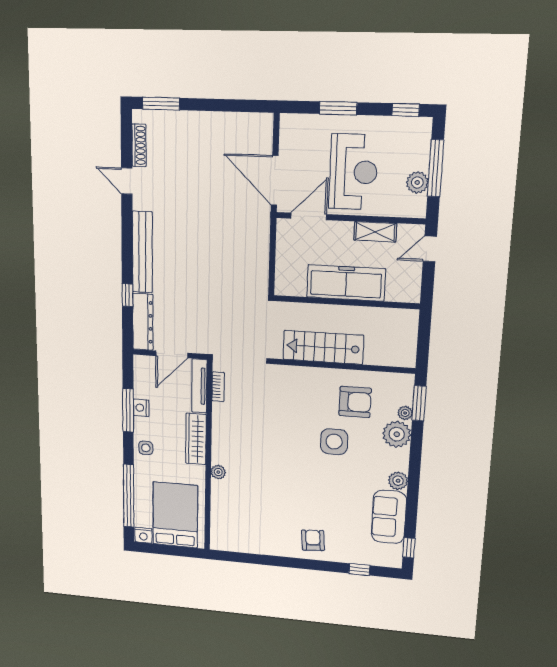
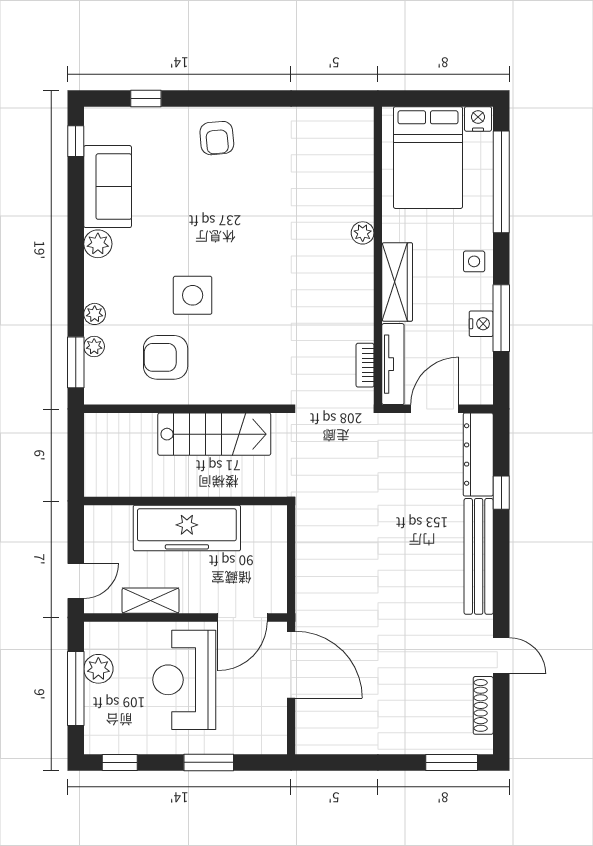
plant: (397, 434) -> (95, 314), width x0.53, depth x0.53

